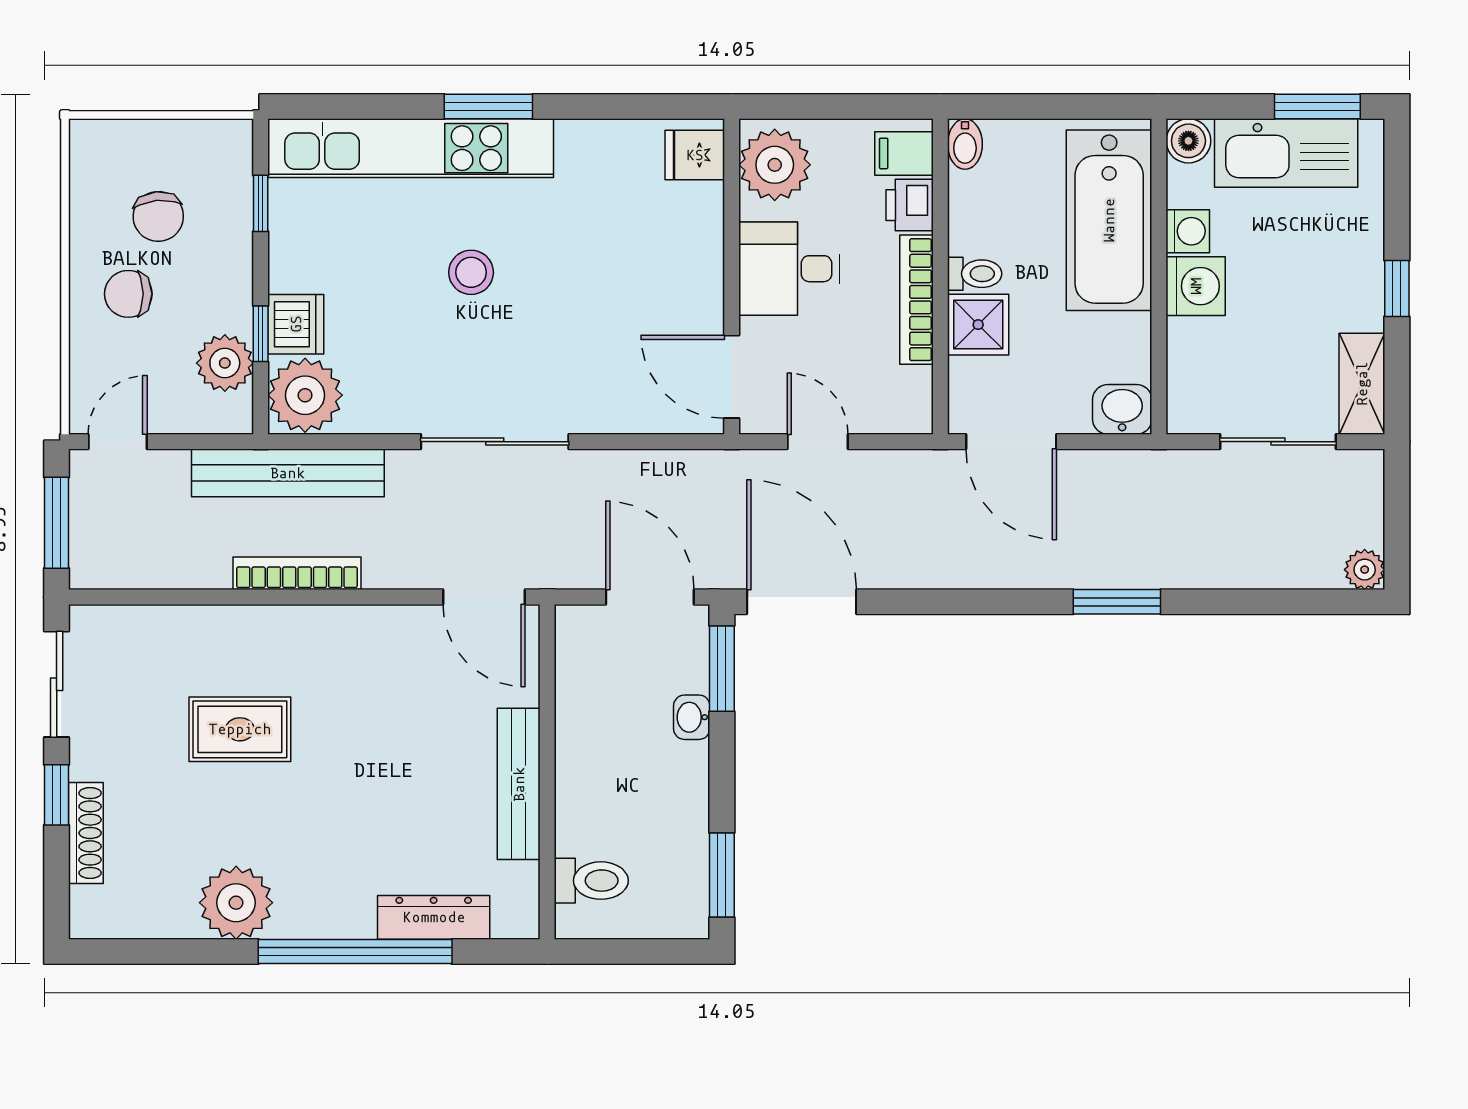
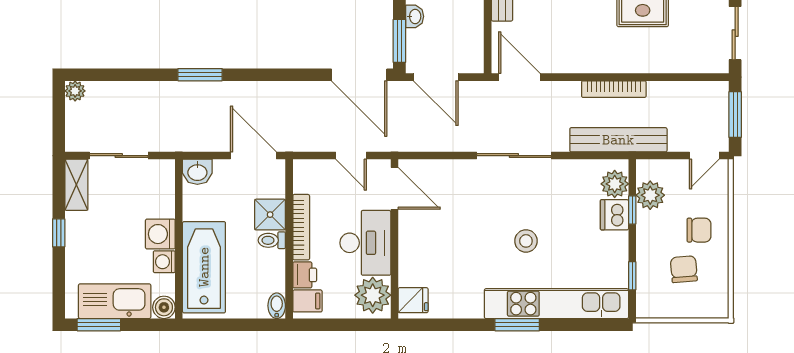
desk: (789, 269) -> (365, 243), width x1.37
plant: (305, 395) -> (615, 184), width x0.73, depth x0.73

